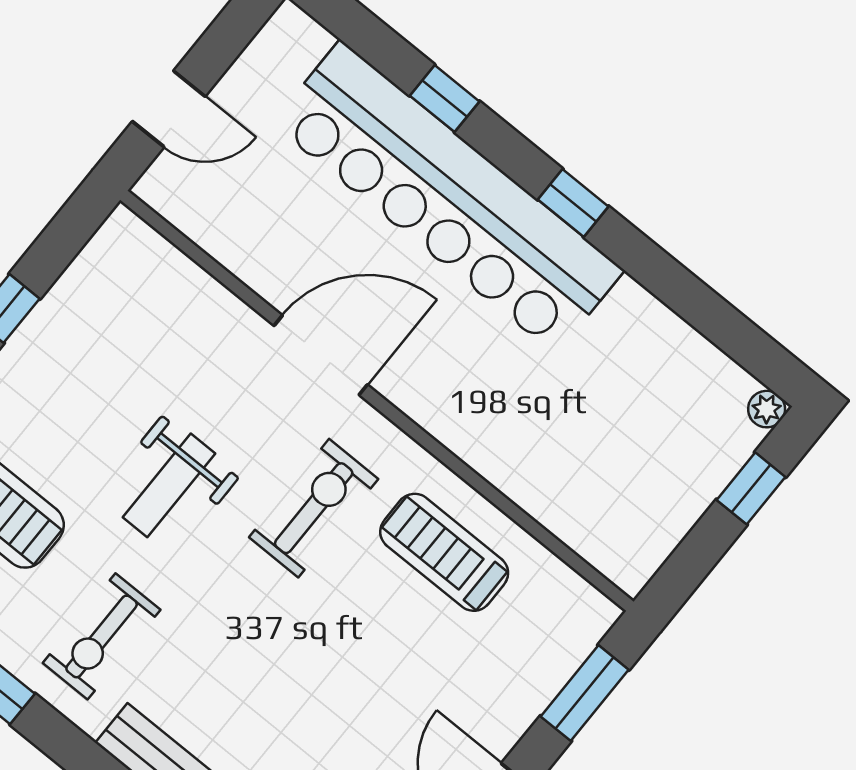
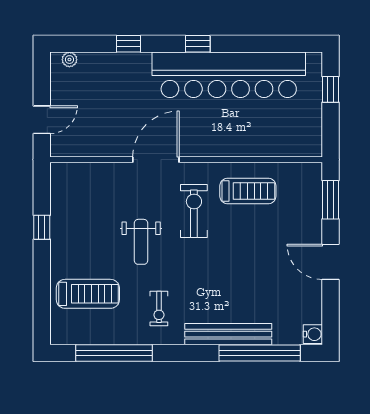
bar counter: (448, 197) -> (229, 75), moved
plant: (767, 409) -> (69, 60), moved
treadmill: (444, 552) -> (248, 191), turned 180
exercise bike: (102, 636) -> (159, 309), width x0.73, depth x0.72

